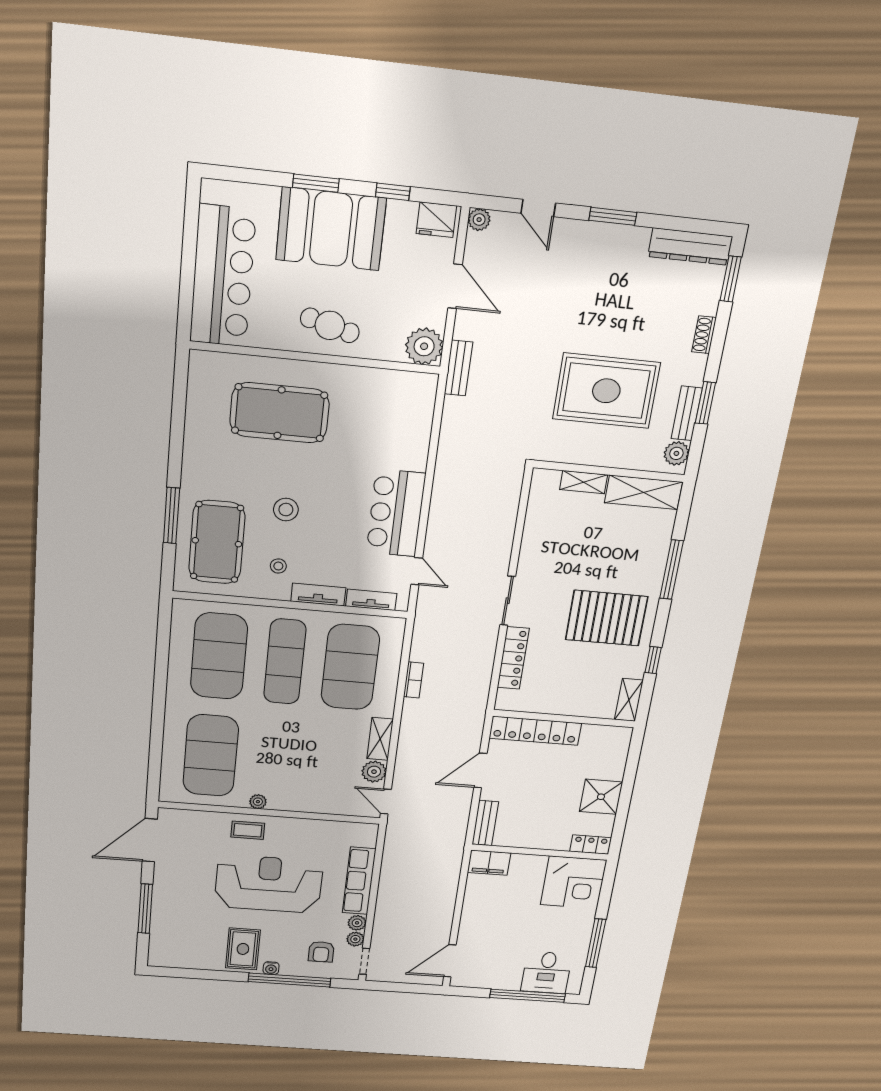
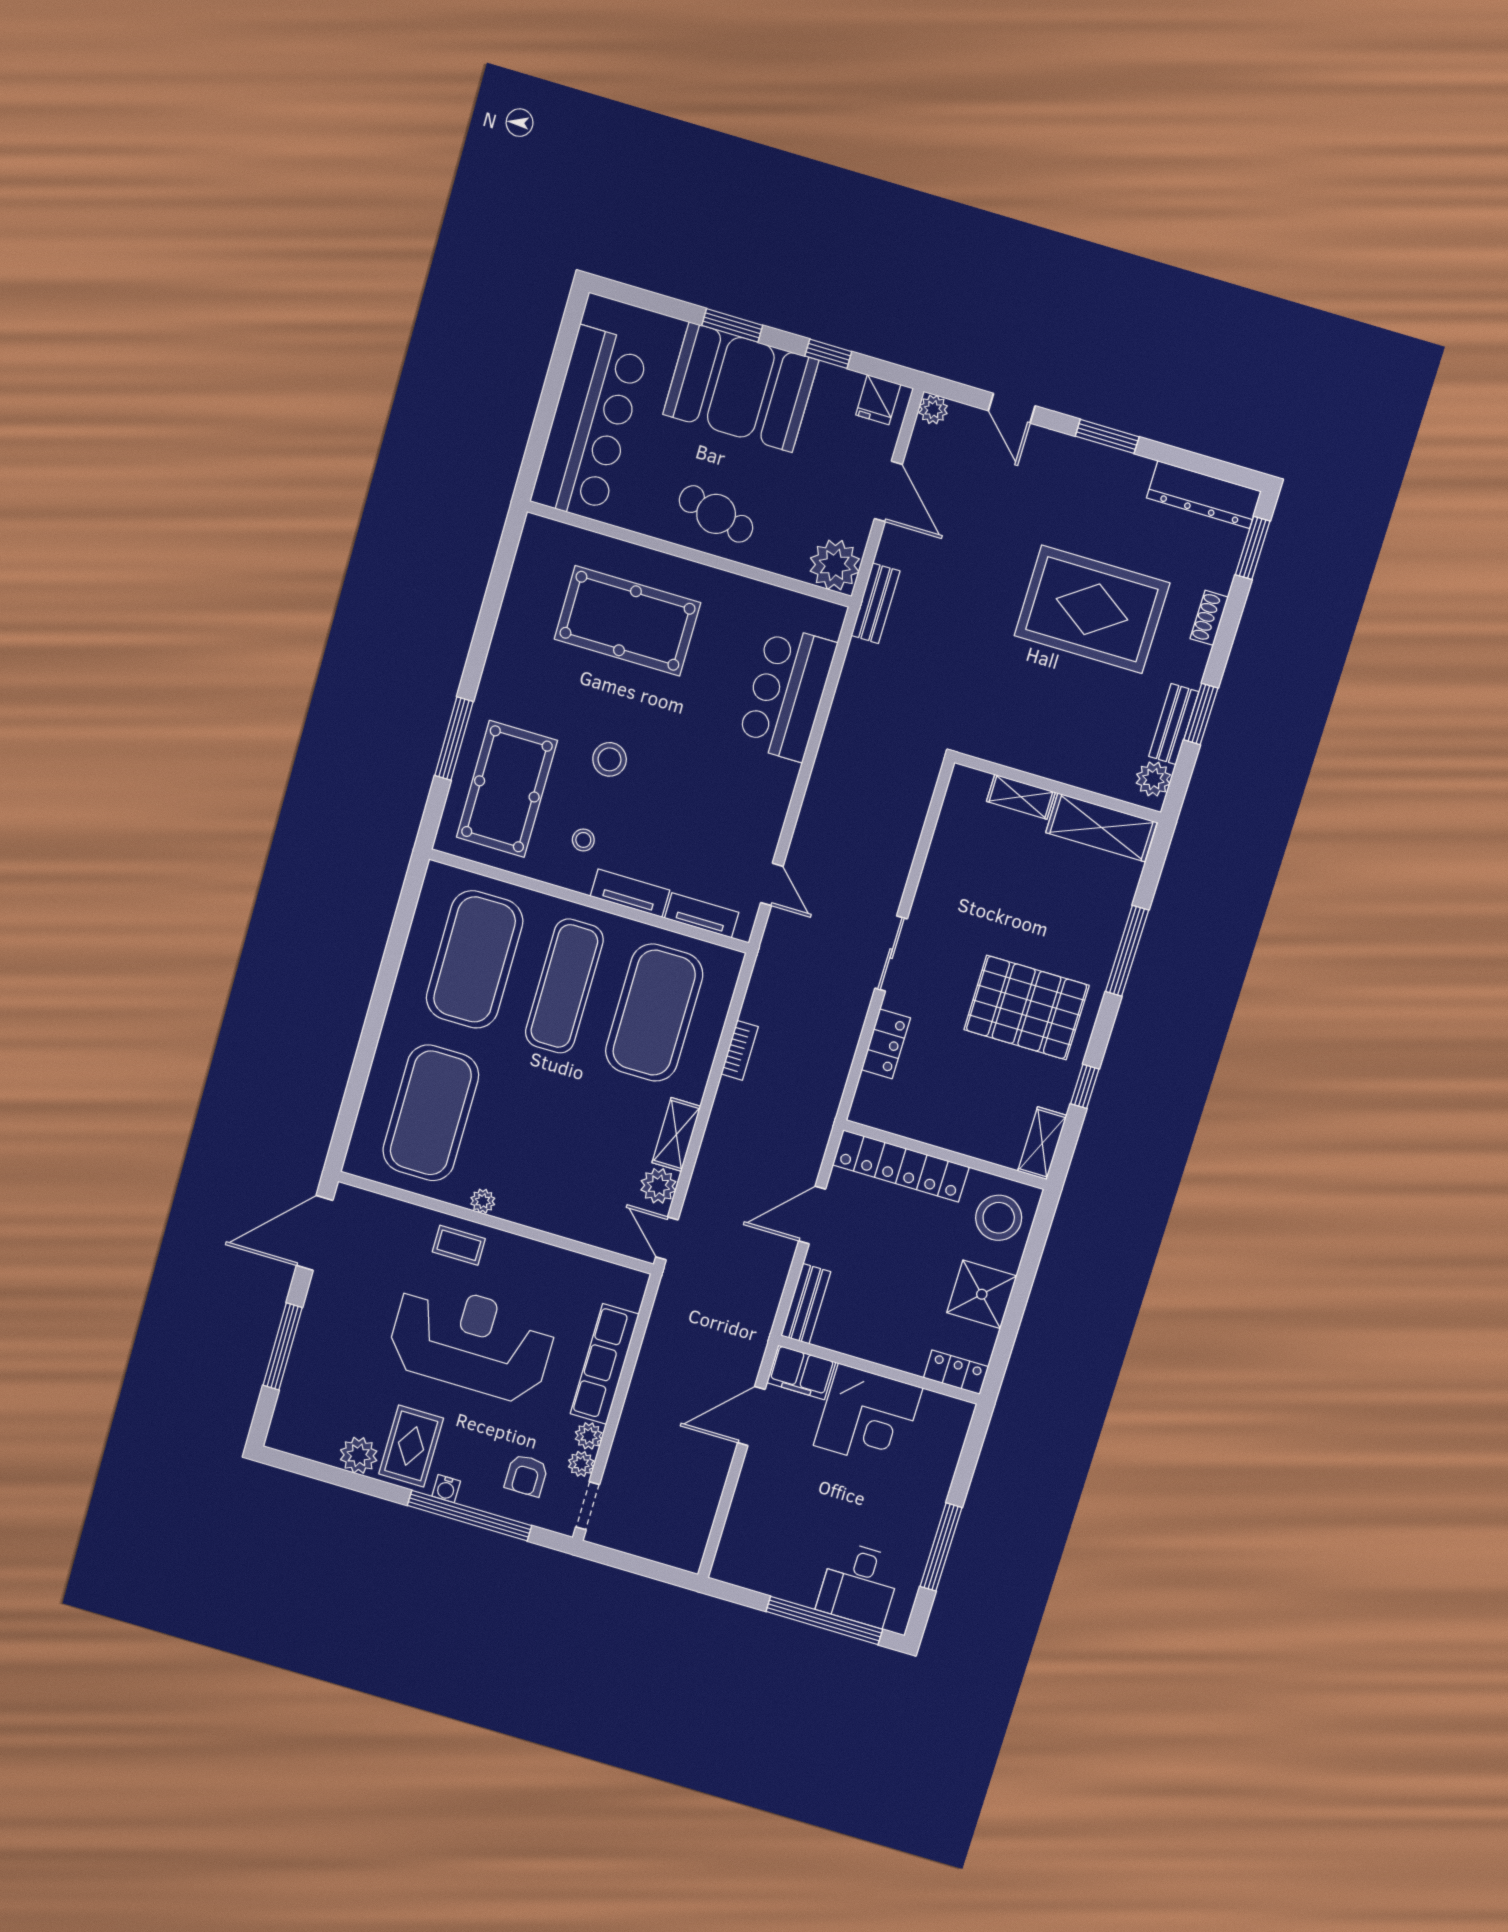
fridge: (436, 220) -> (878, 400), width x0.72
rug: (606, 391) -> (1092, 609), moved
bar counter: (396, 513) -> (787, 693), moved
locker: (513, 658) -> (886, 1044), width x0.66
stool: (606, 750) -> (999, 1218), added
corner desk: (574, 882) -> (868, 1417), moved
plant: (210, 960) -> (359, 1455), added
door: (450, 961) -> (751, 1416), moved

